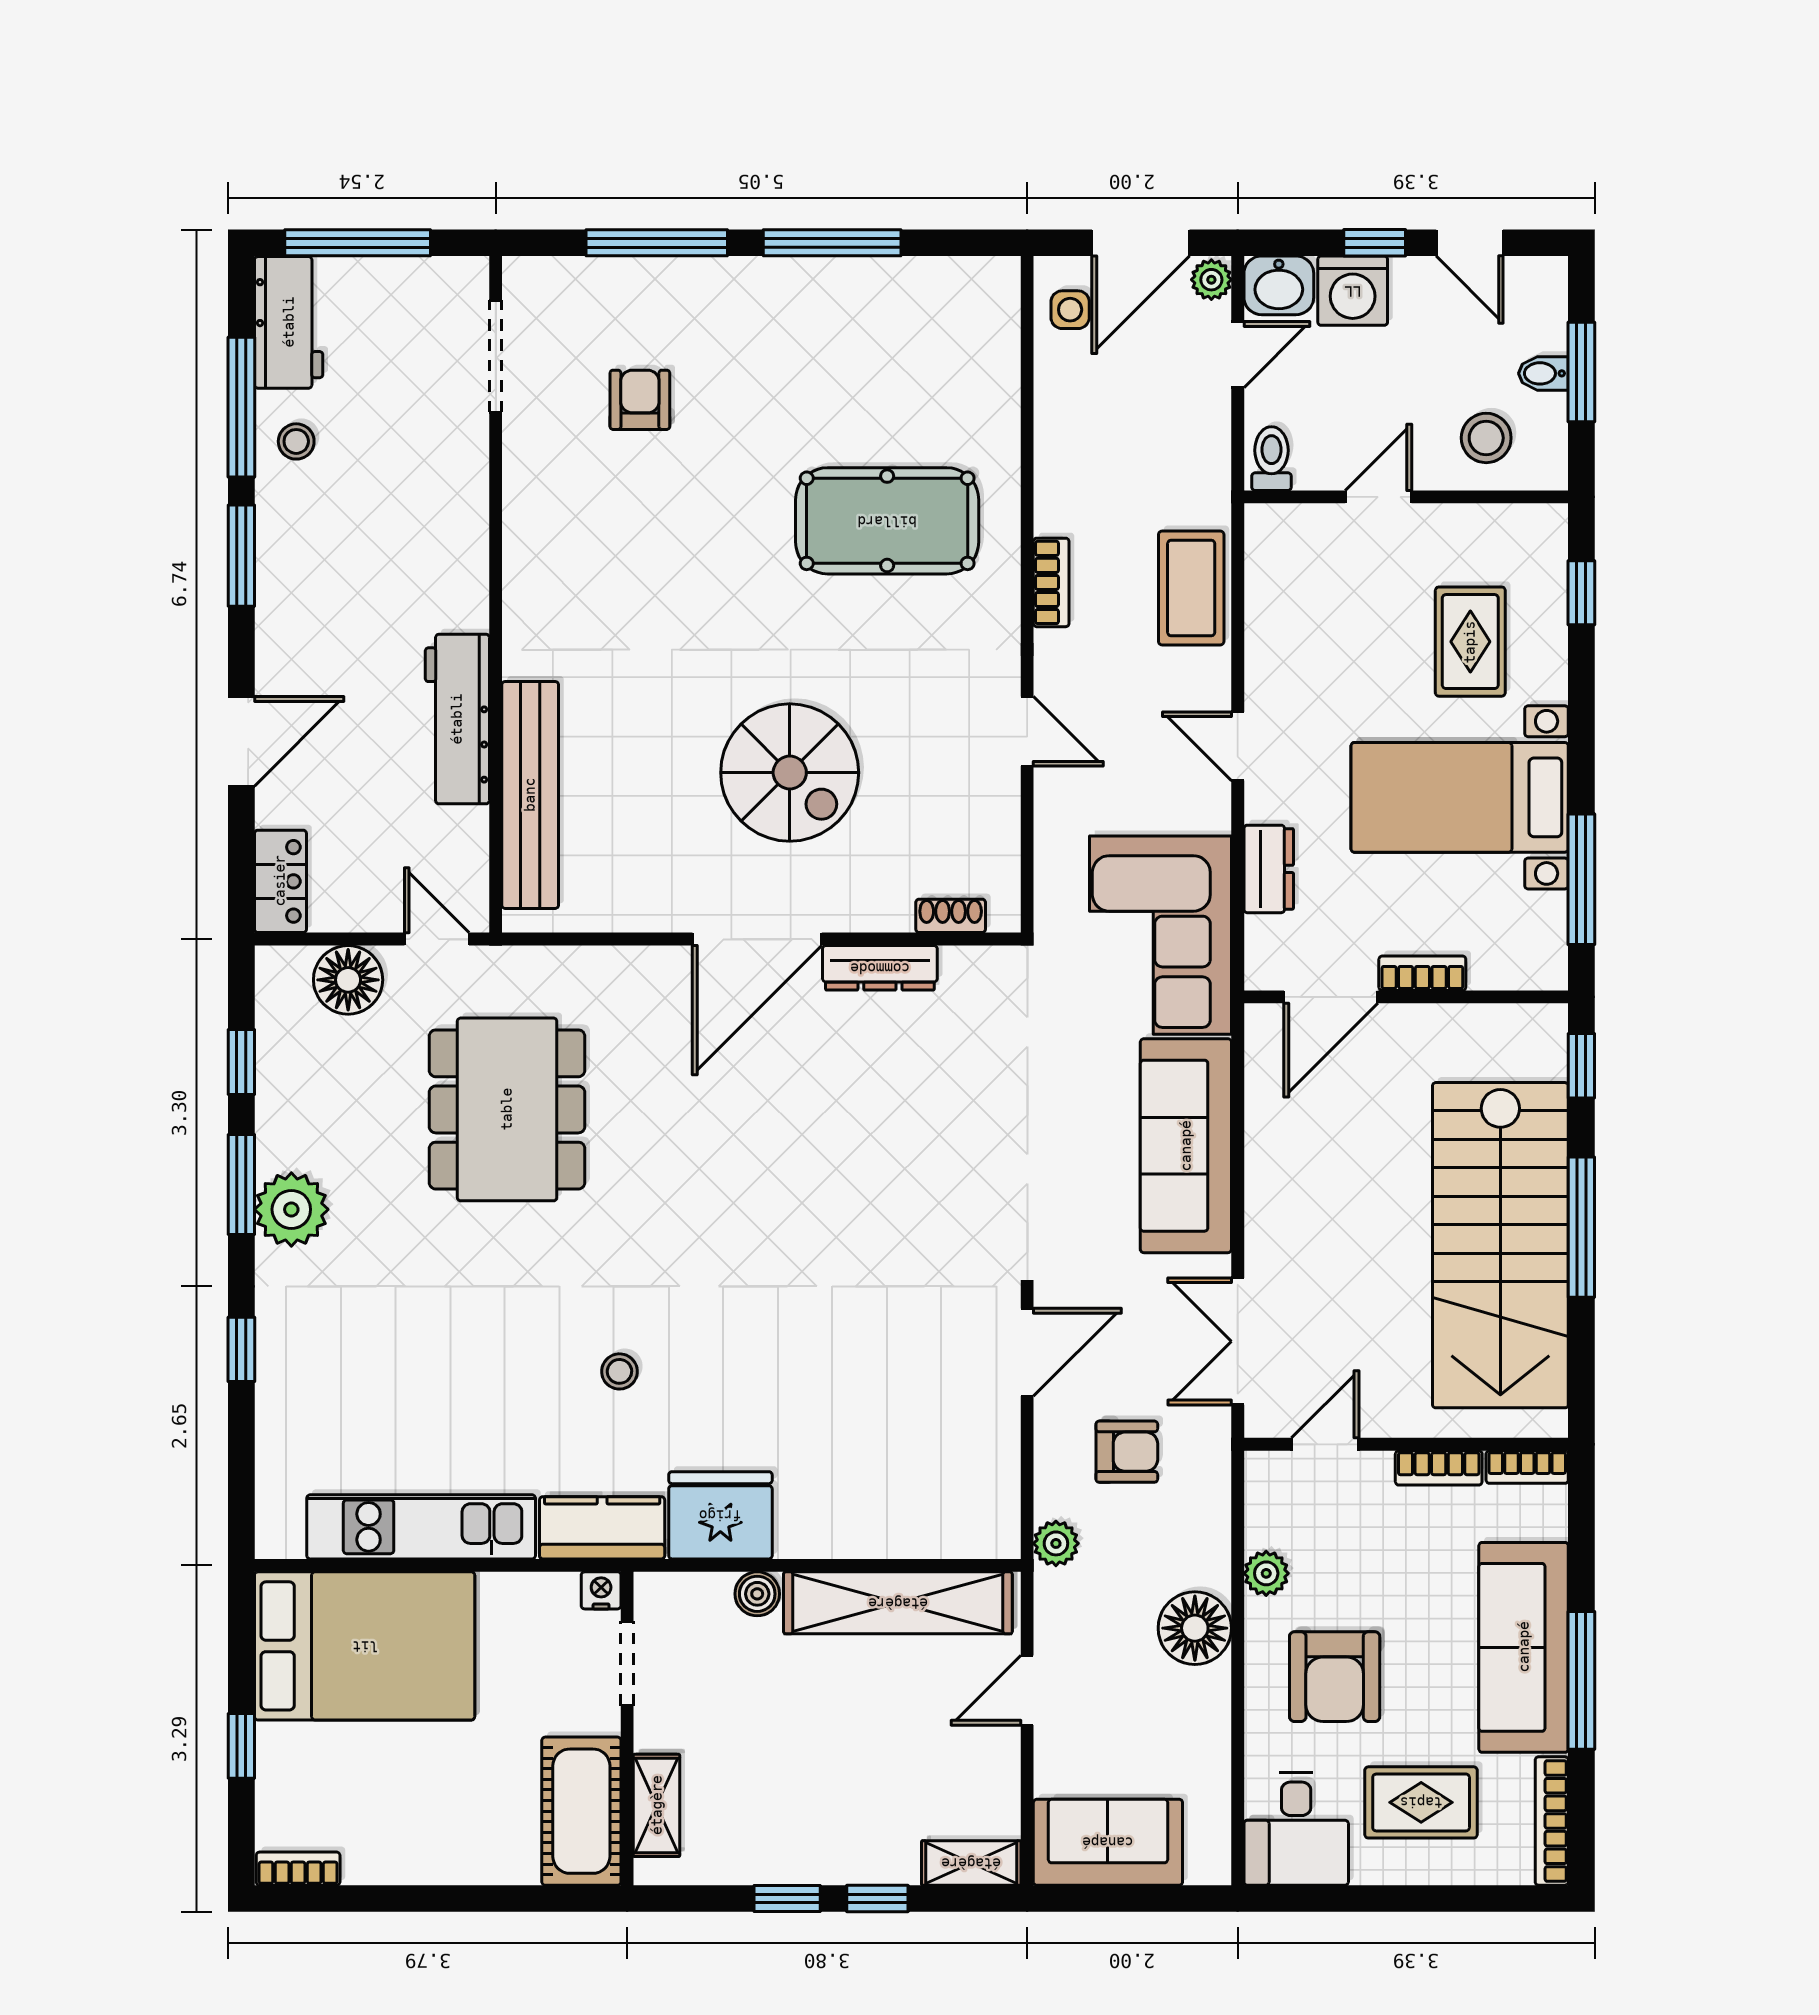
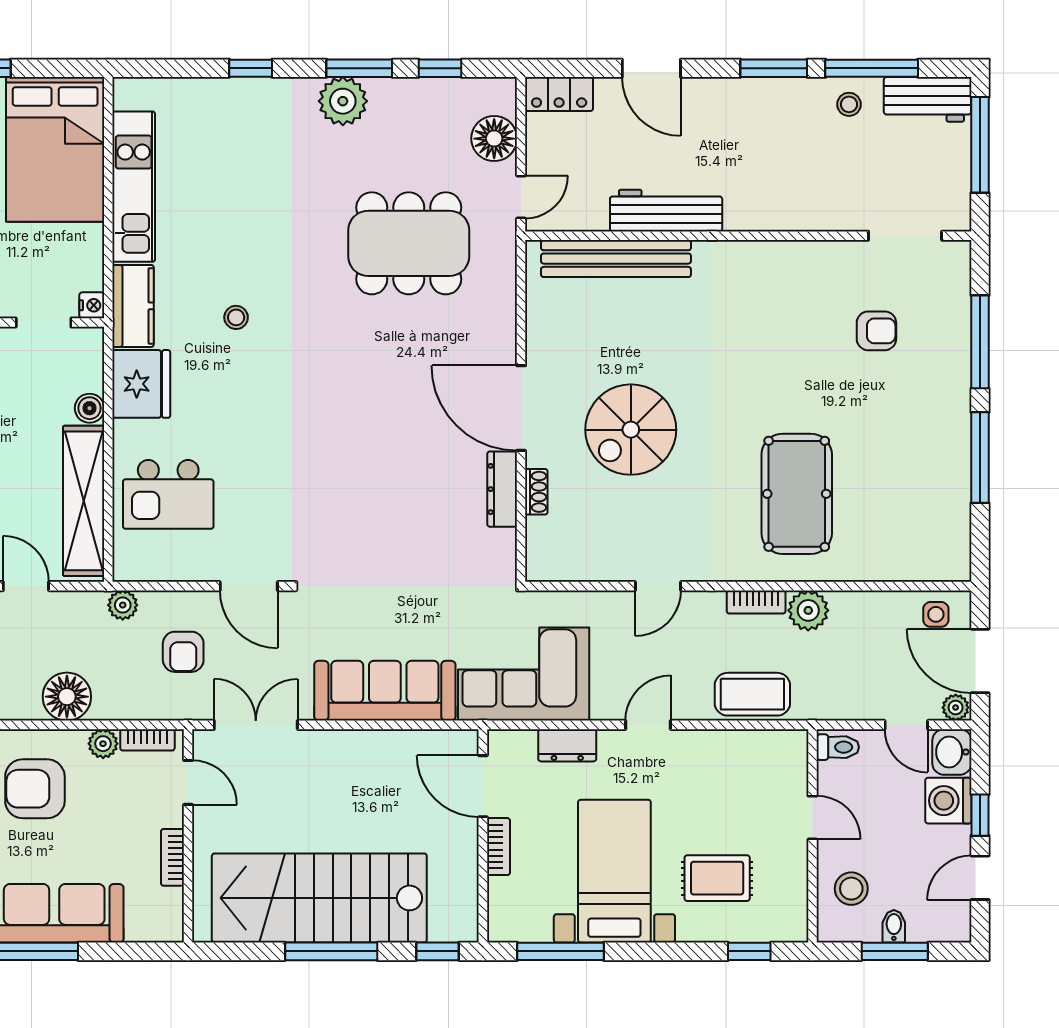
plant: (1064, 503) -> (808, 610), added
shoe rack: (951, 916) -> (536, 492), moved
bookcase: (1527, 1467) -> (147, 740), moved, turned -90
kitchen island: (888, 1474) -> (168, 494), added

